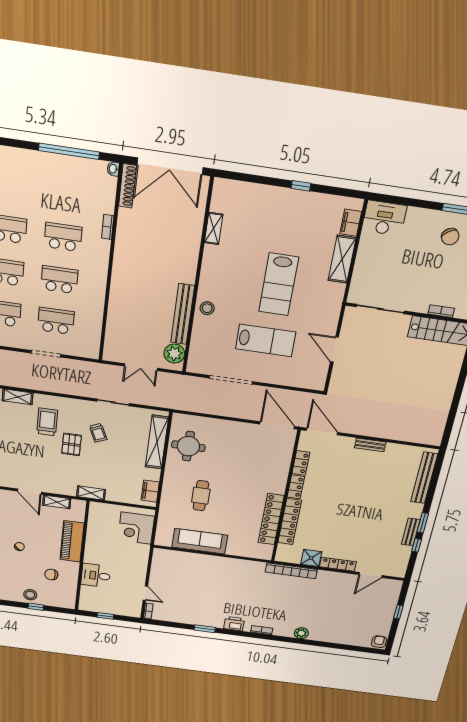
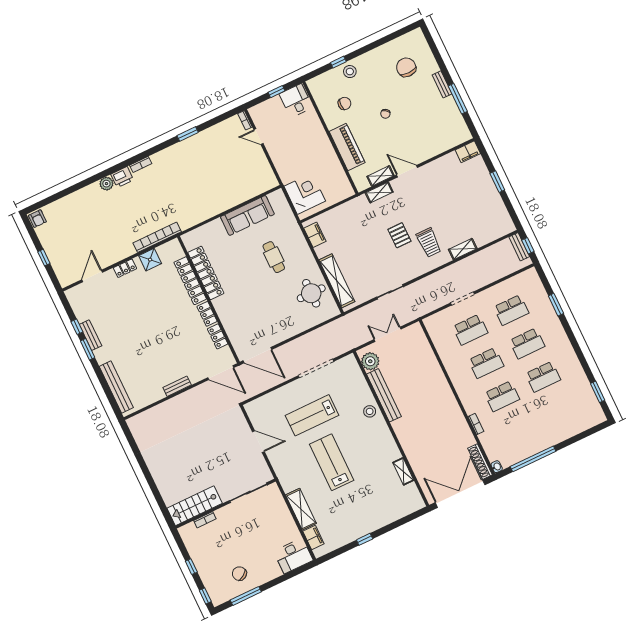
trolley: (98, 433) -> (385, 259), removed
shelving: (91, 493) -> (379, 192), moved
locker: (338, 564) -> (125, 268), width x0.66
desk: (96, 575) -> (296, 101), moved, turned -90
printer: (234, 624) -> (122, 177), moved

